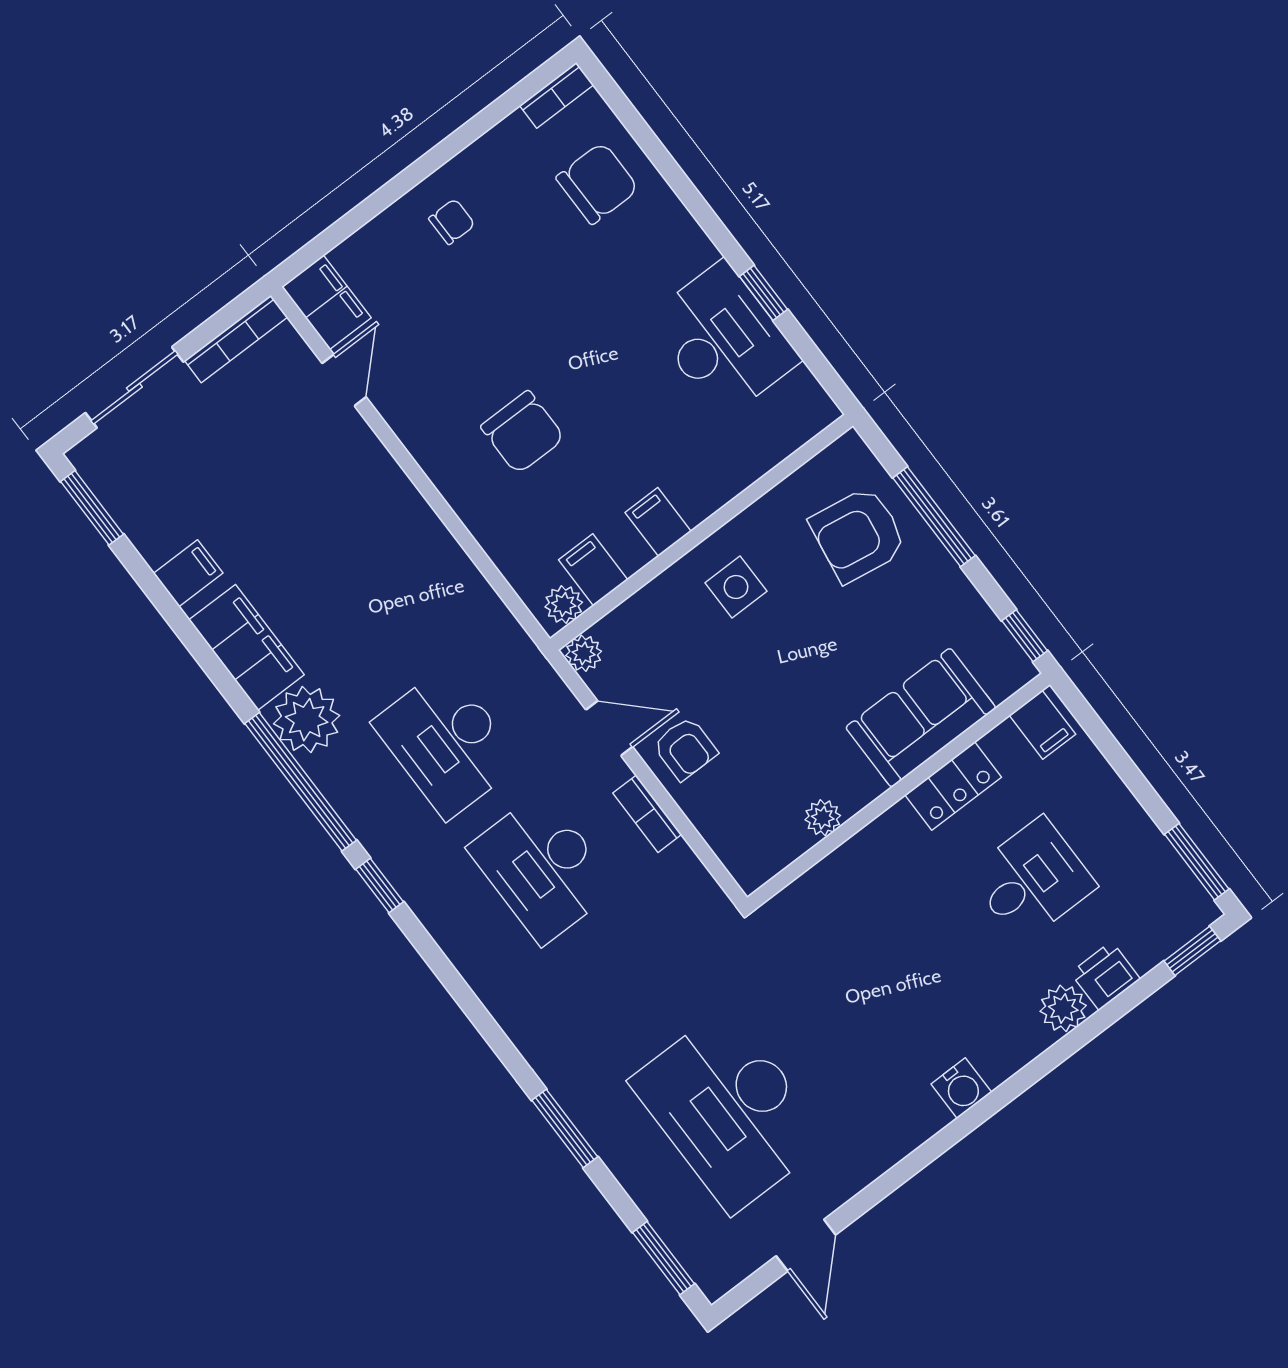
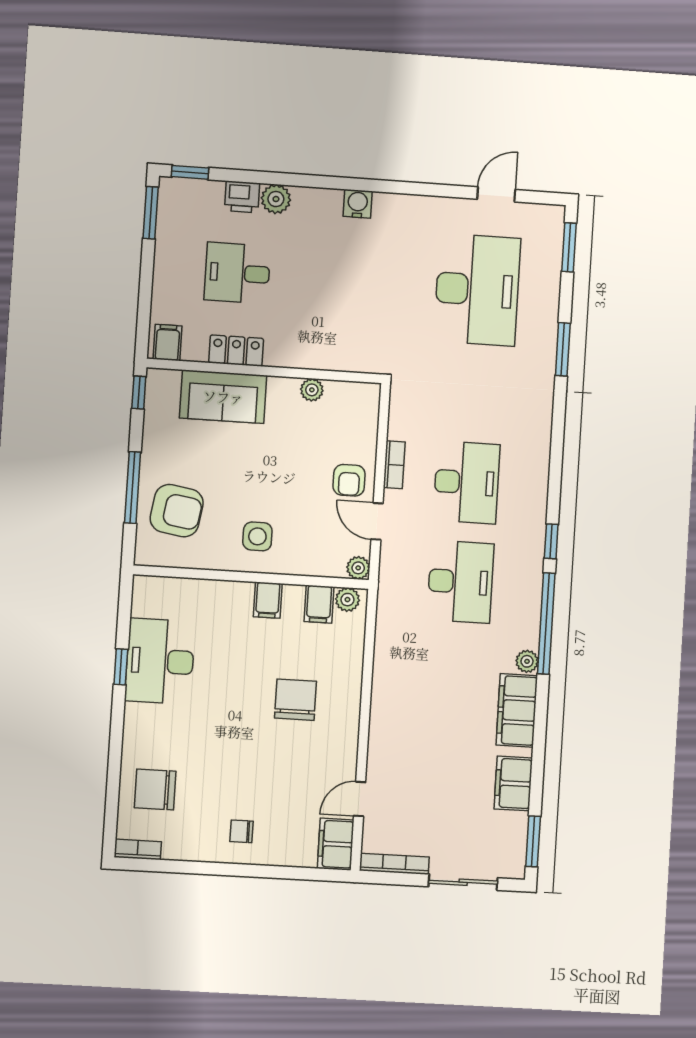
filing cabinet: (188, 573) -> (513, 783), width x2.00
plant: (307, 720) -> (527, 661), width x0.53, depth x0.53
armchair: (685, 748) -> (349, 480), turned 180

